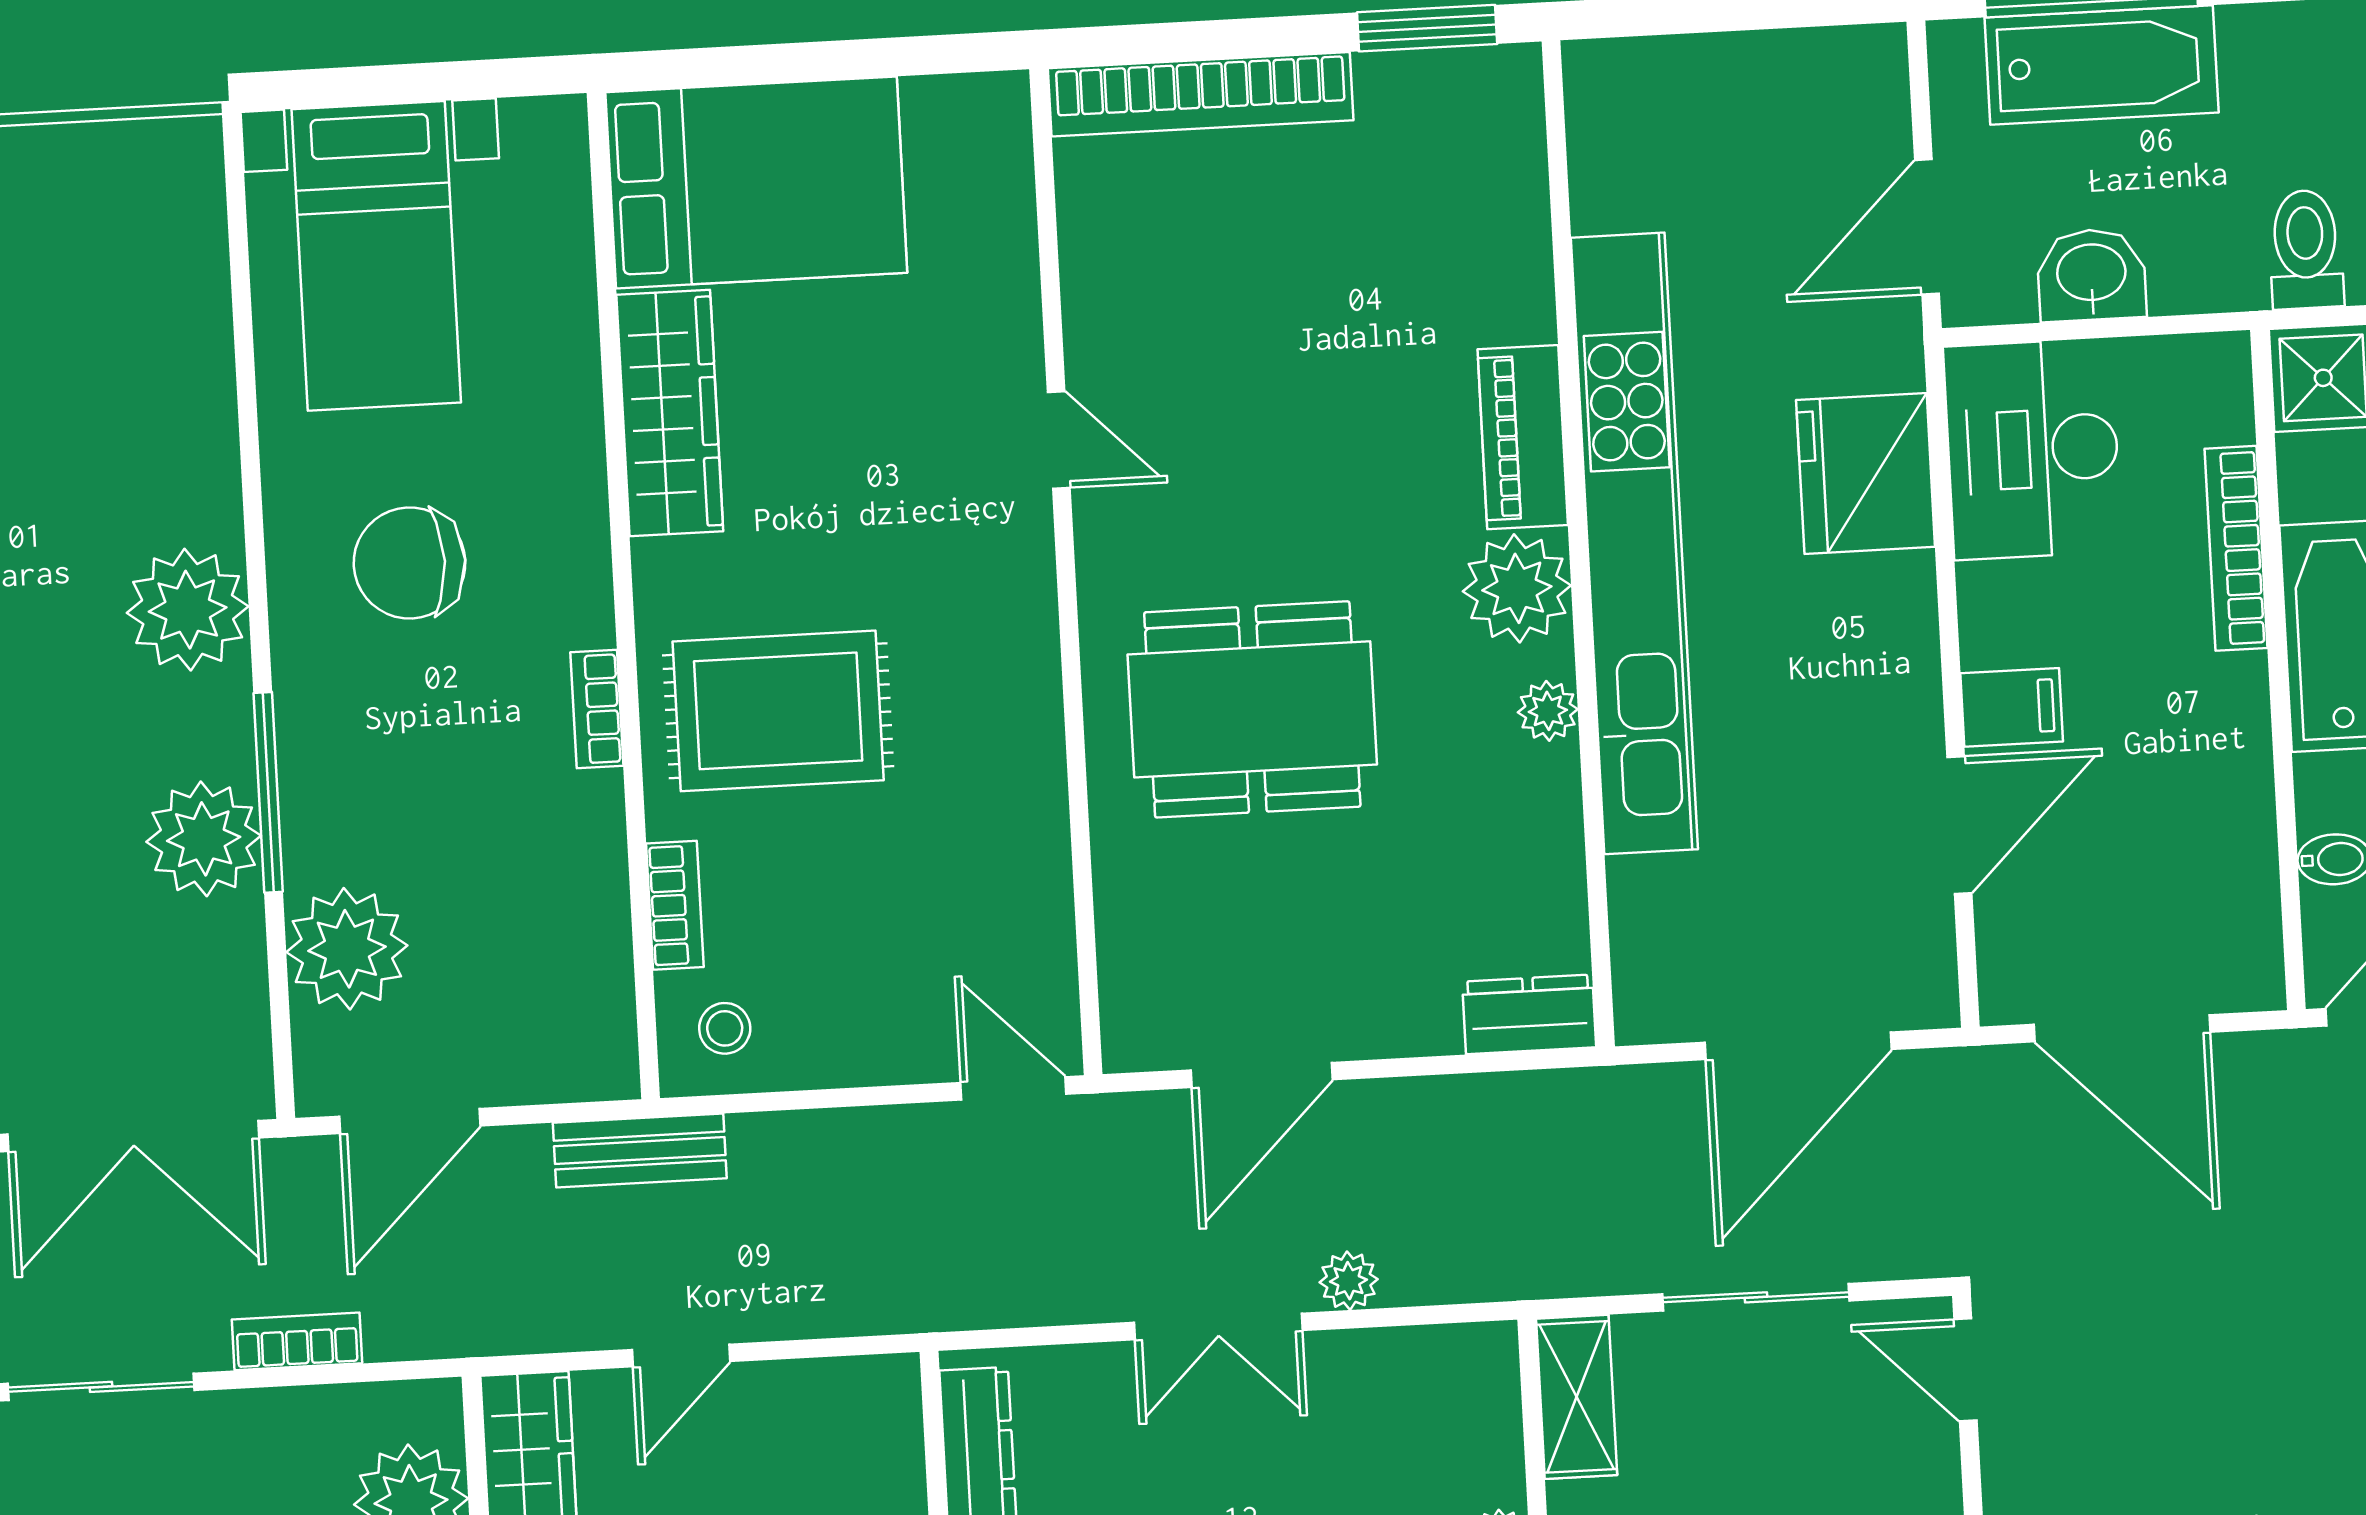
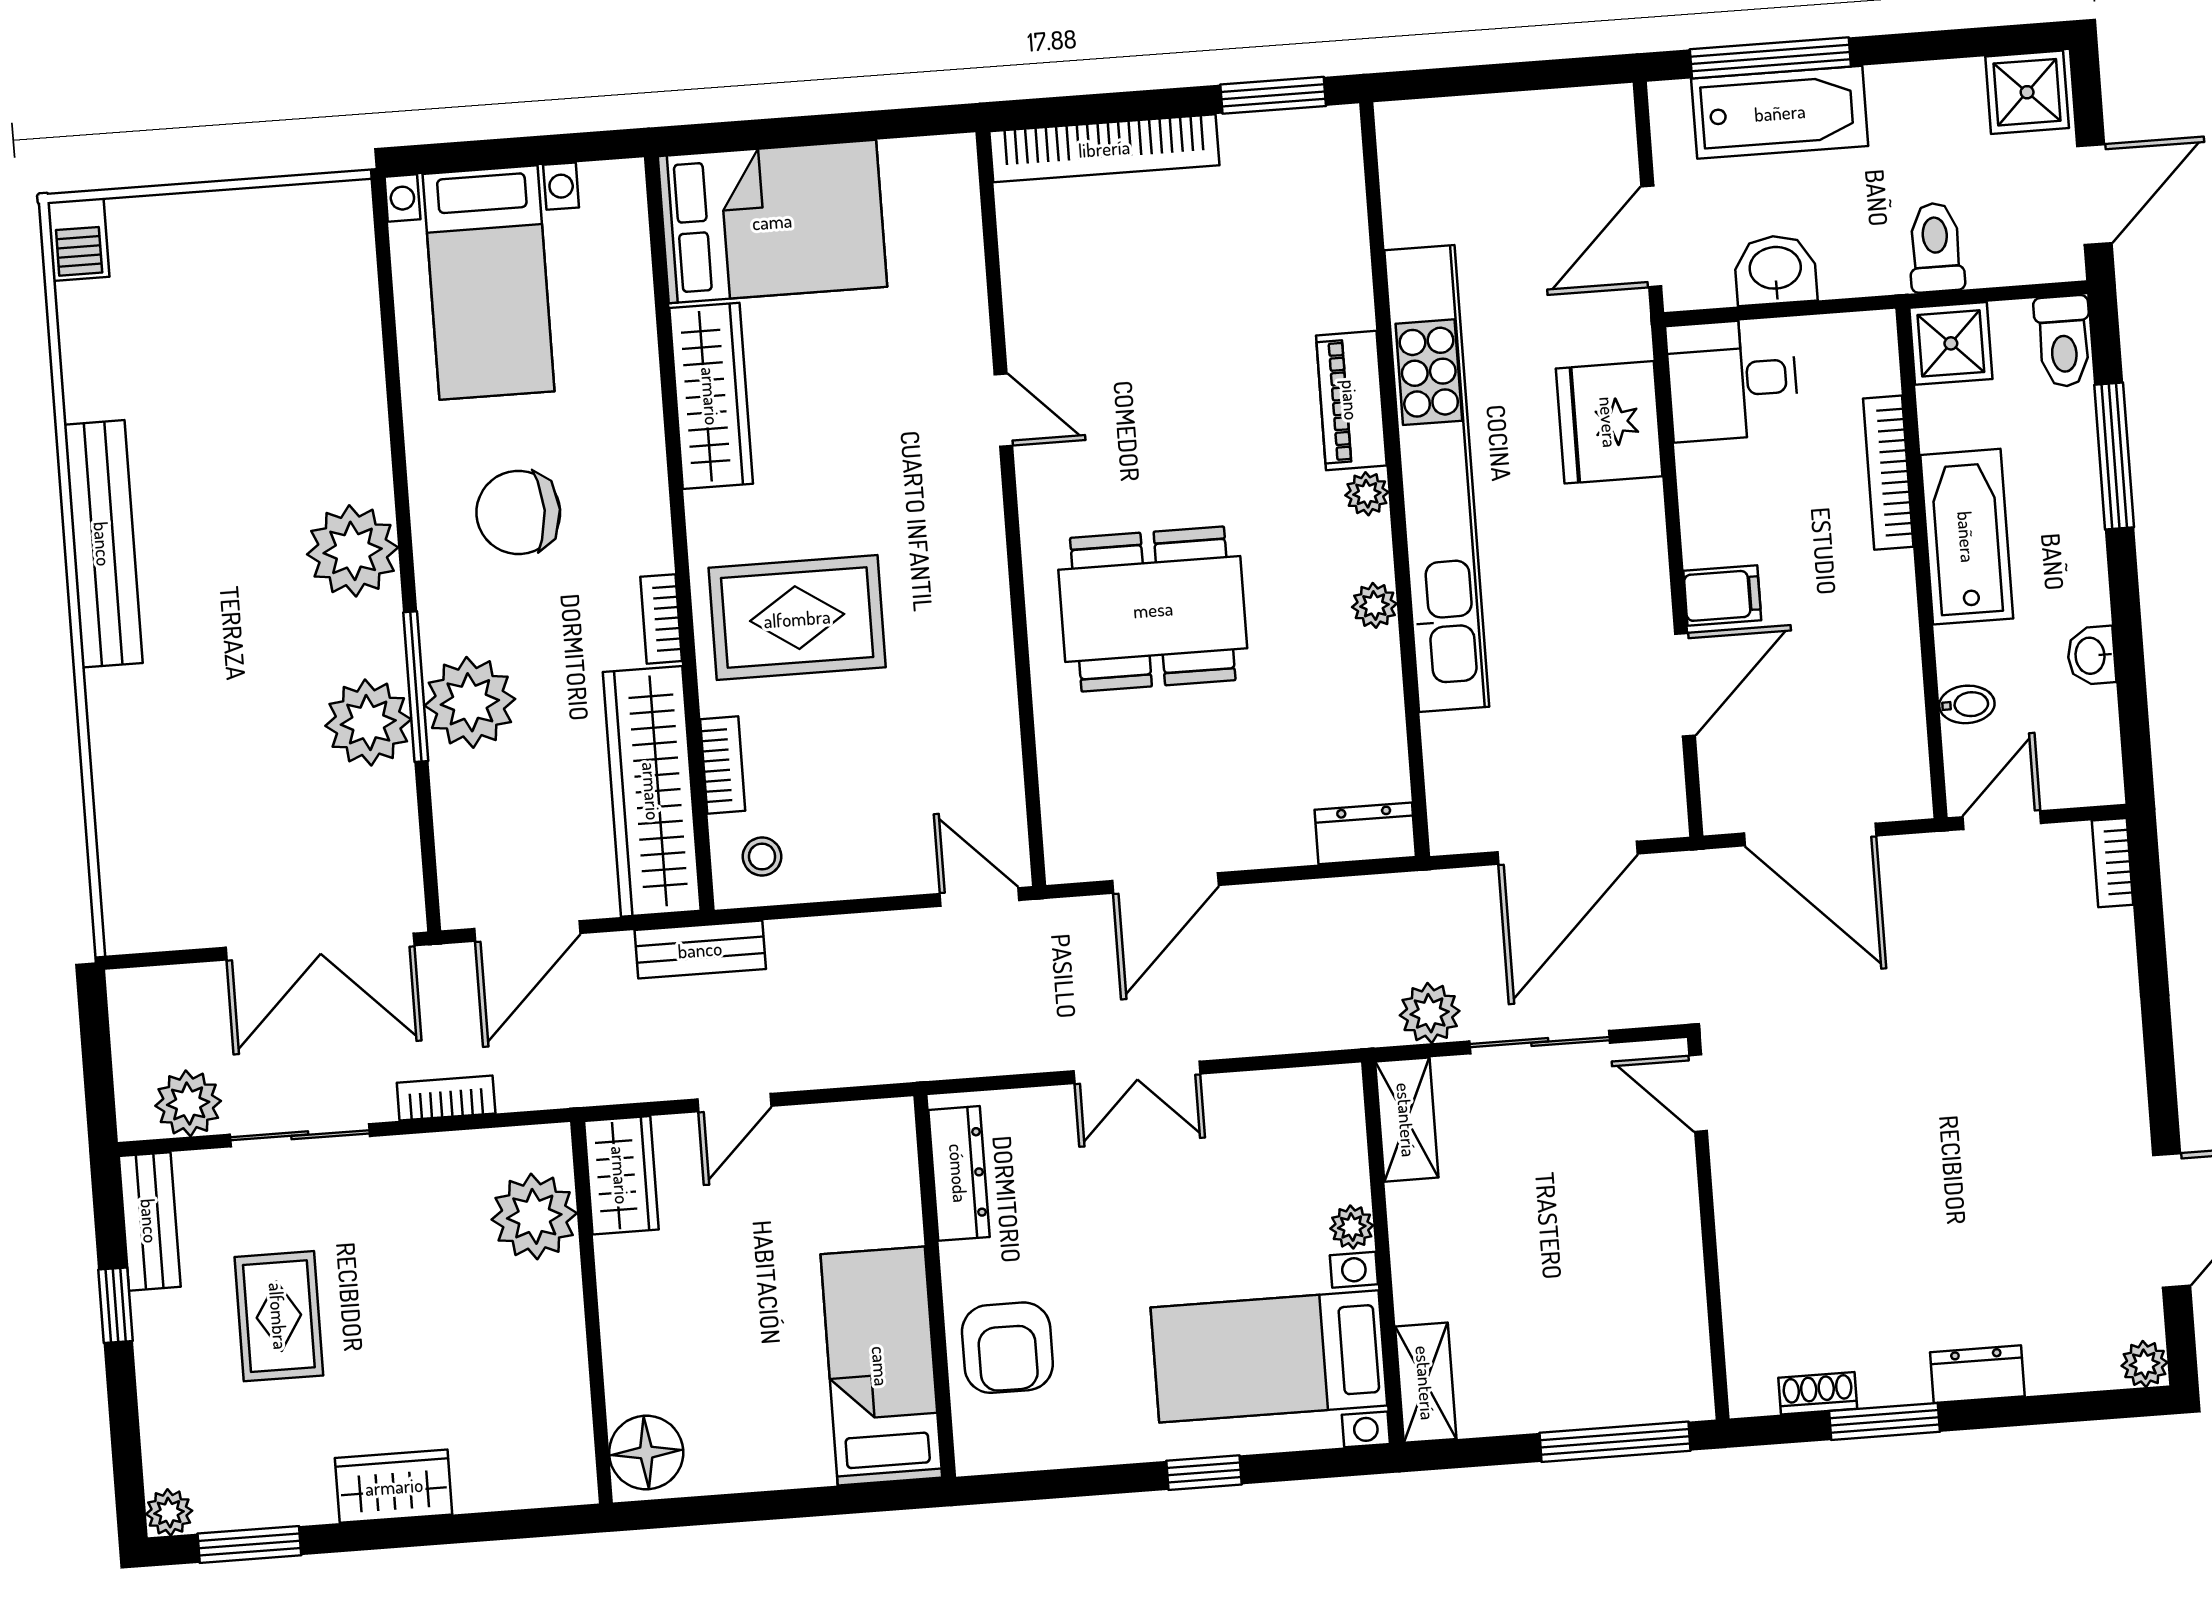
desk: (2033, 449) -> (1732, 380), width x0.73
plant: (1517, 588) -> (1367, 494), width x0.53, depth x0.53
wardrobe: (580, 938) -> (652, 791), added
plant: (347, 949) -> (470, 702), moved
plant: (1349, 1281) -> (1430, 1013), moved, width x1.38, depth x1.38

